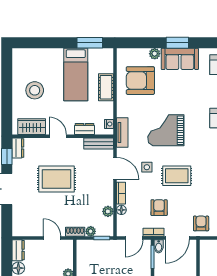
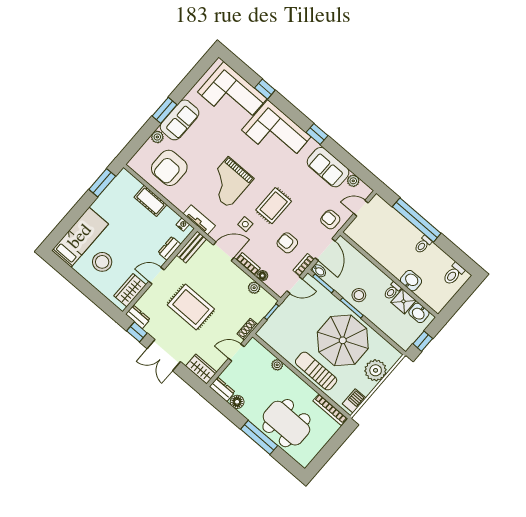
bed: (76, 75) -> (80, 237), moved, turned -90
rug: (57, 179) -> (191, 307), turned 90
wardrobe: (20, 224) -> (201, 369), added
plant: (91, 231) -> (258, 316), removed
door: (134, 238) -> (295, 285), hinge flipped

